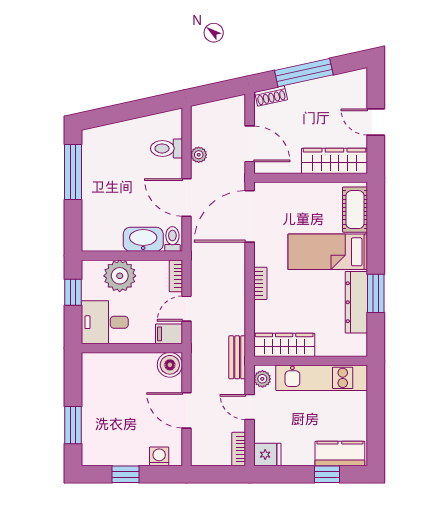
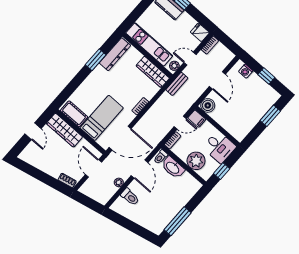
window: (304, 73) -> (45, 178), removed
cot: (355, 210) -> (74, 114), moved, turned 90
bed: (328, 252) -> (102, 118), moved, turned -90
dresser: (356, 302) -> (115, 54), moved
door: (250, 407) -> (190, 59), swing flipped

